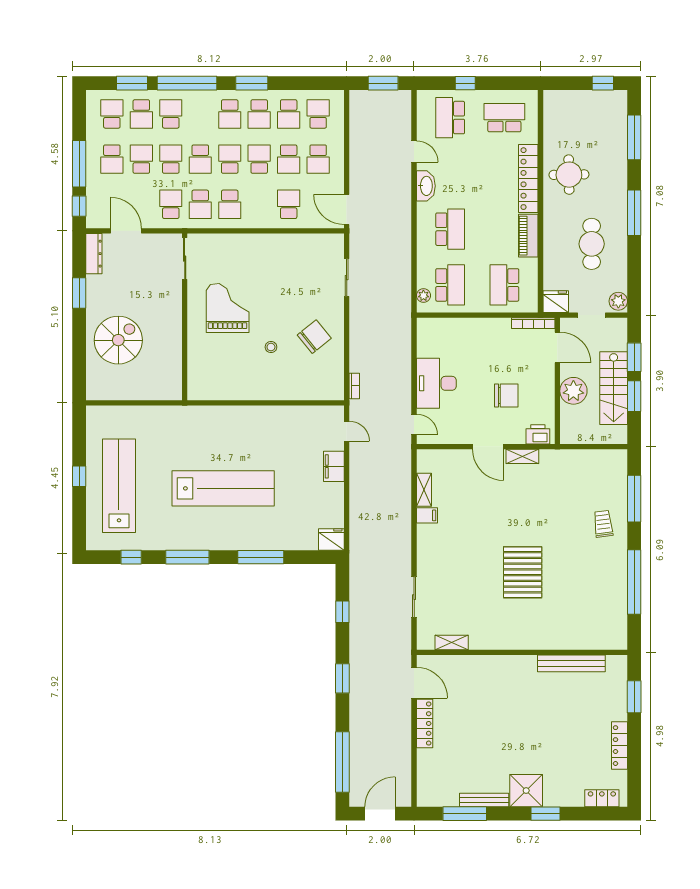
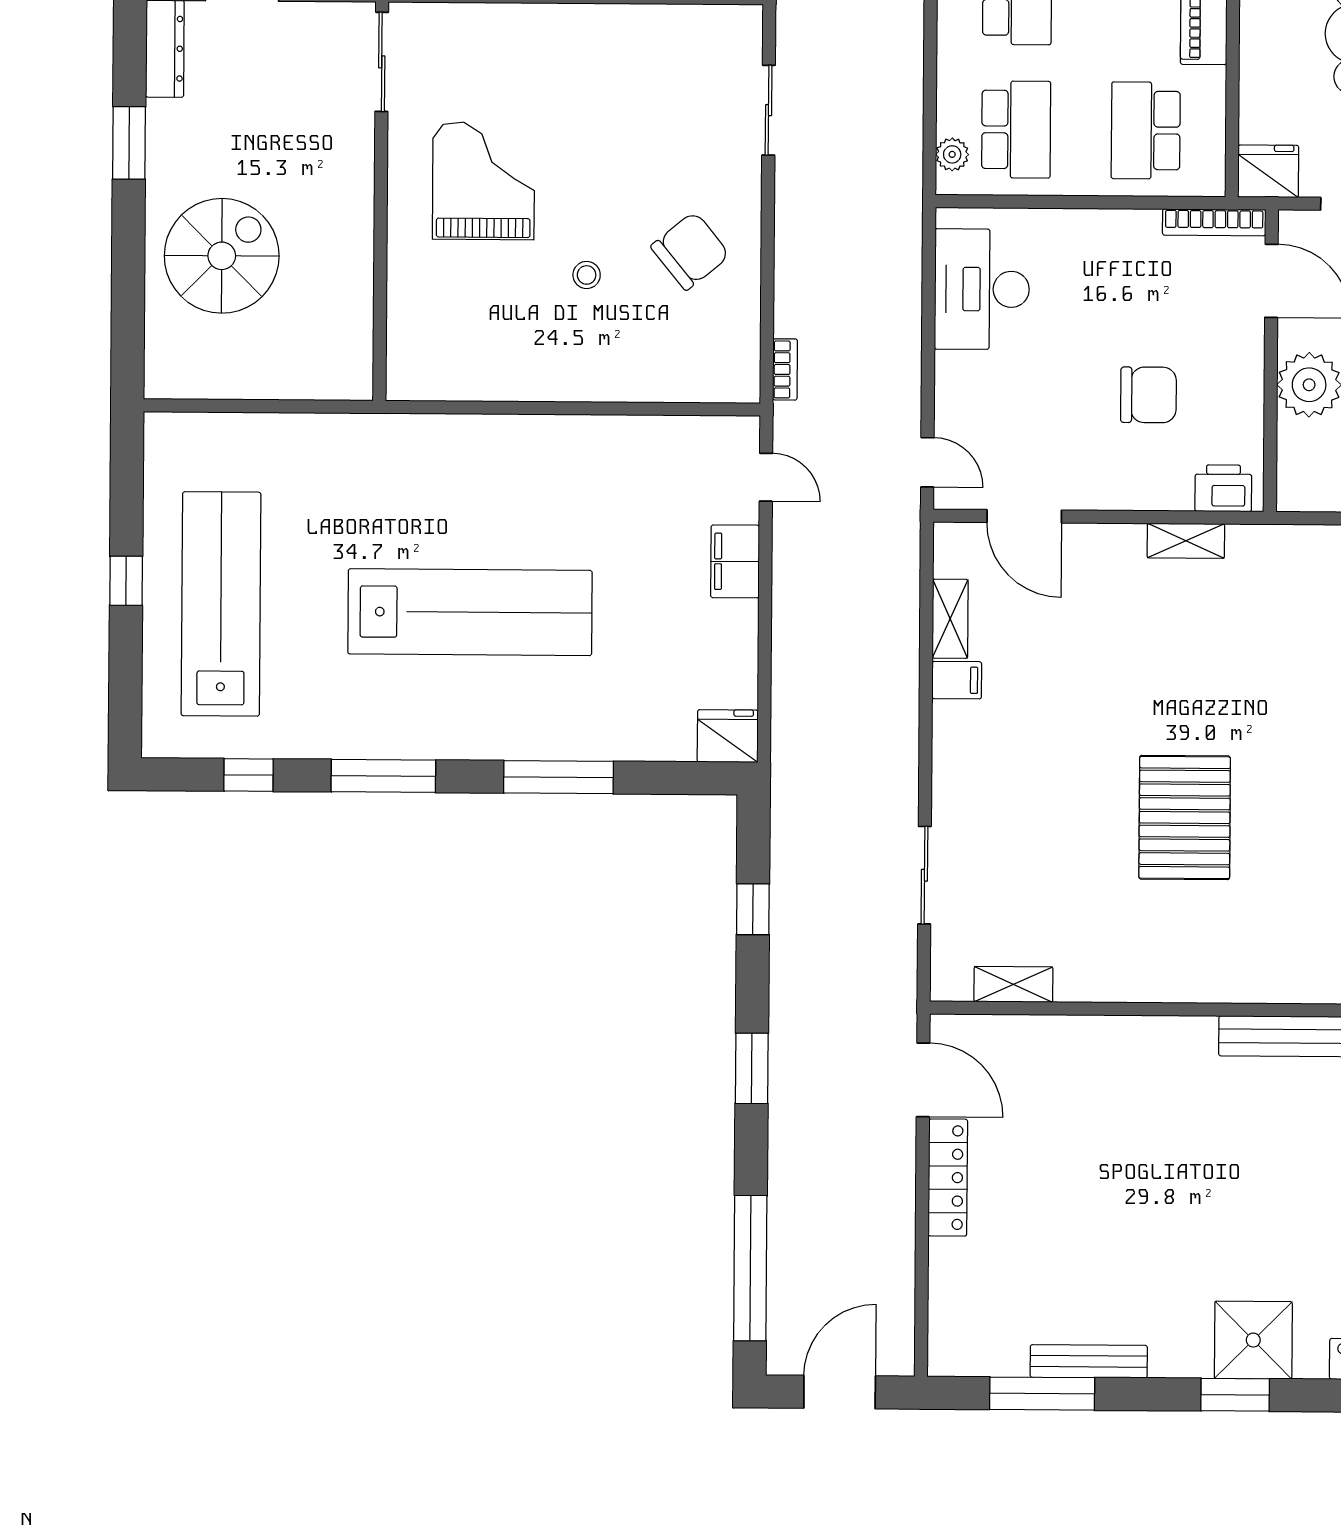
desk: (436, 383) -> (982, 289), moved
door: (488, 447) -> (1024, 516), moved
shower: (526, 791) -> (1253, 1340), moved

